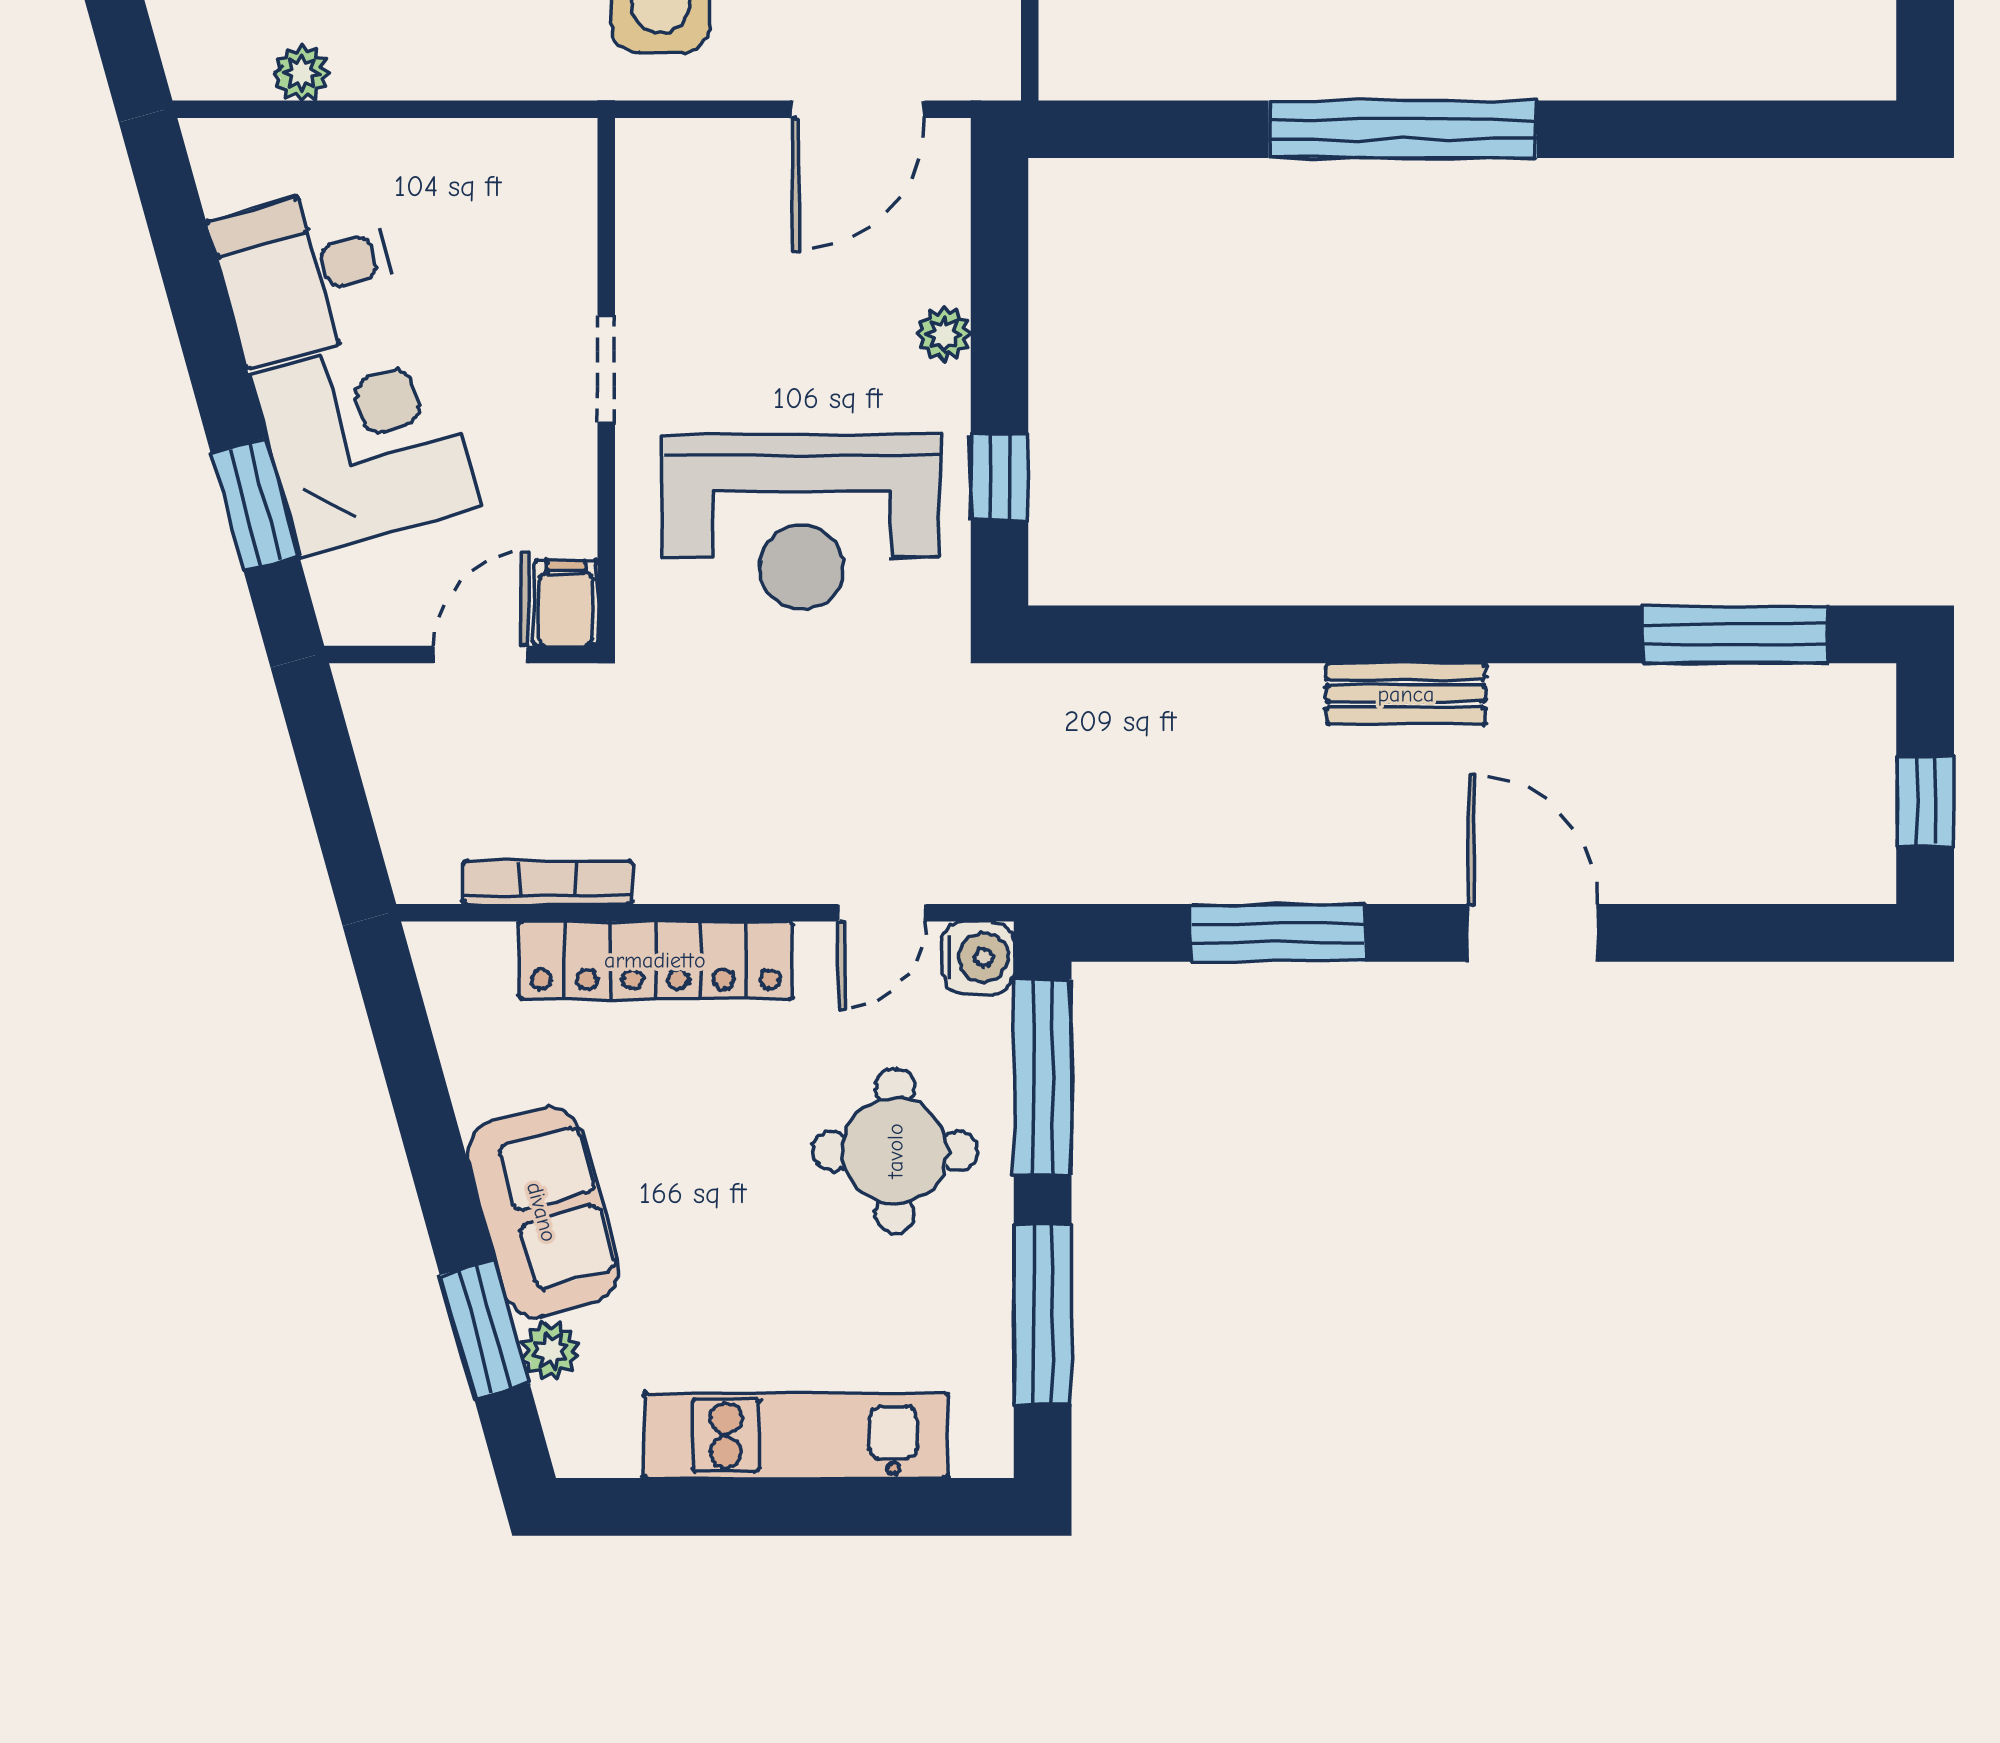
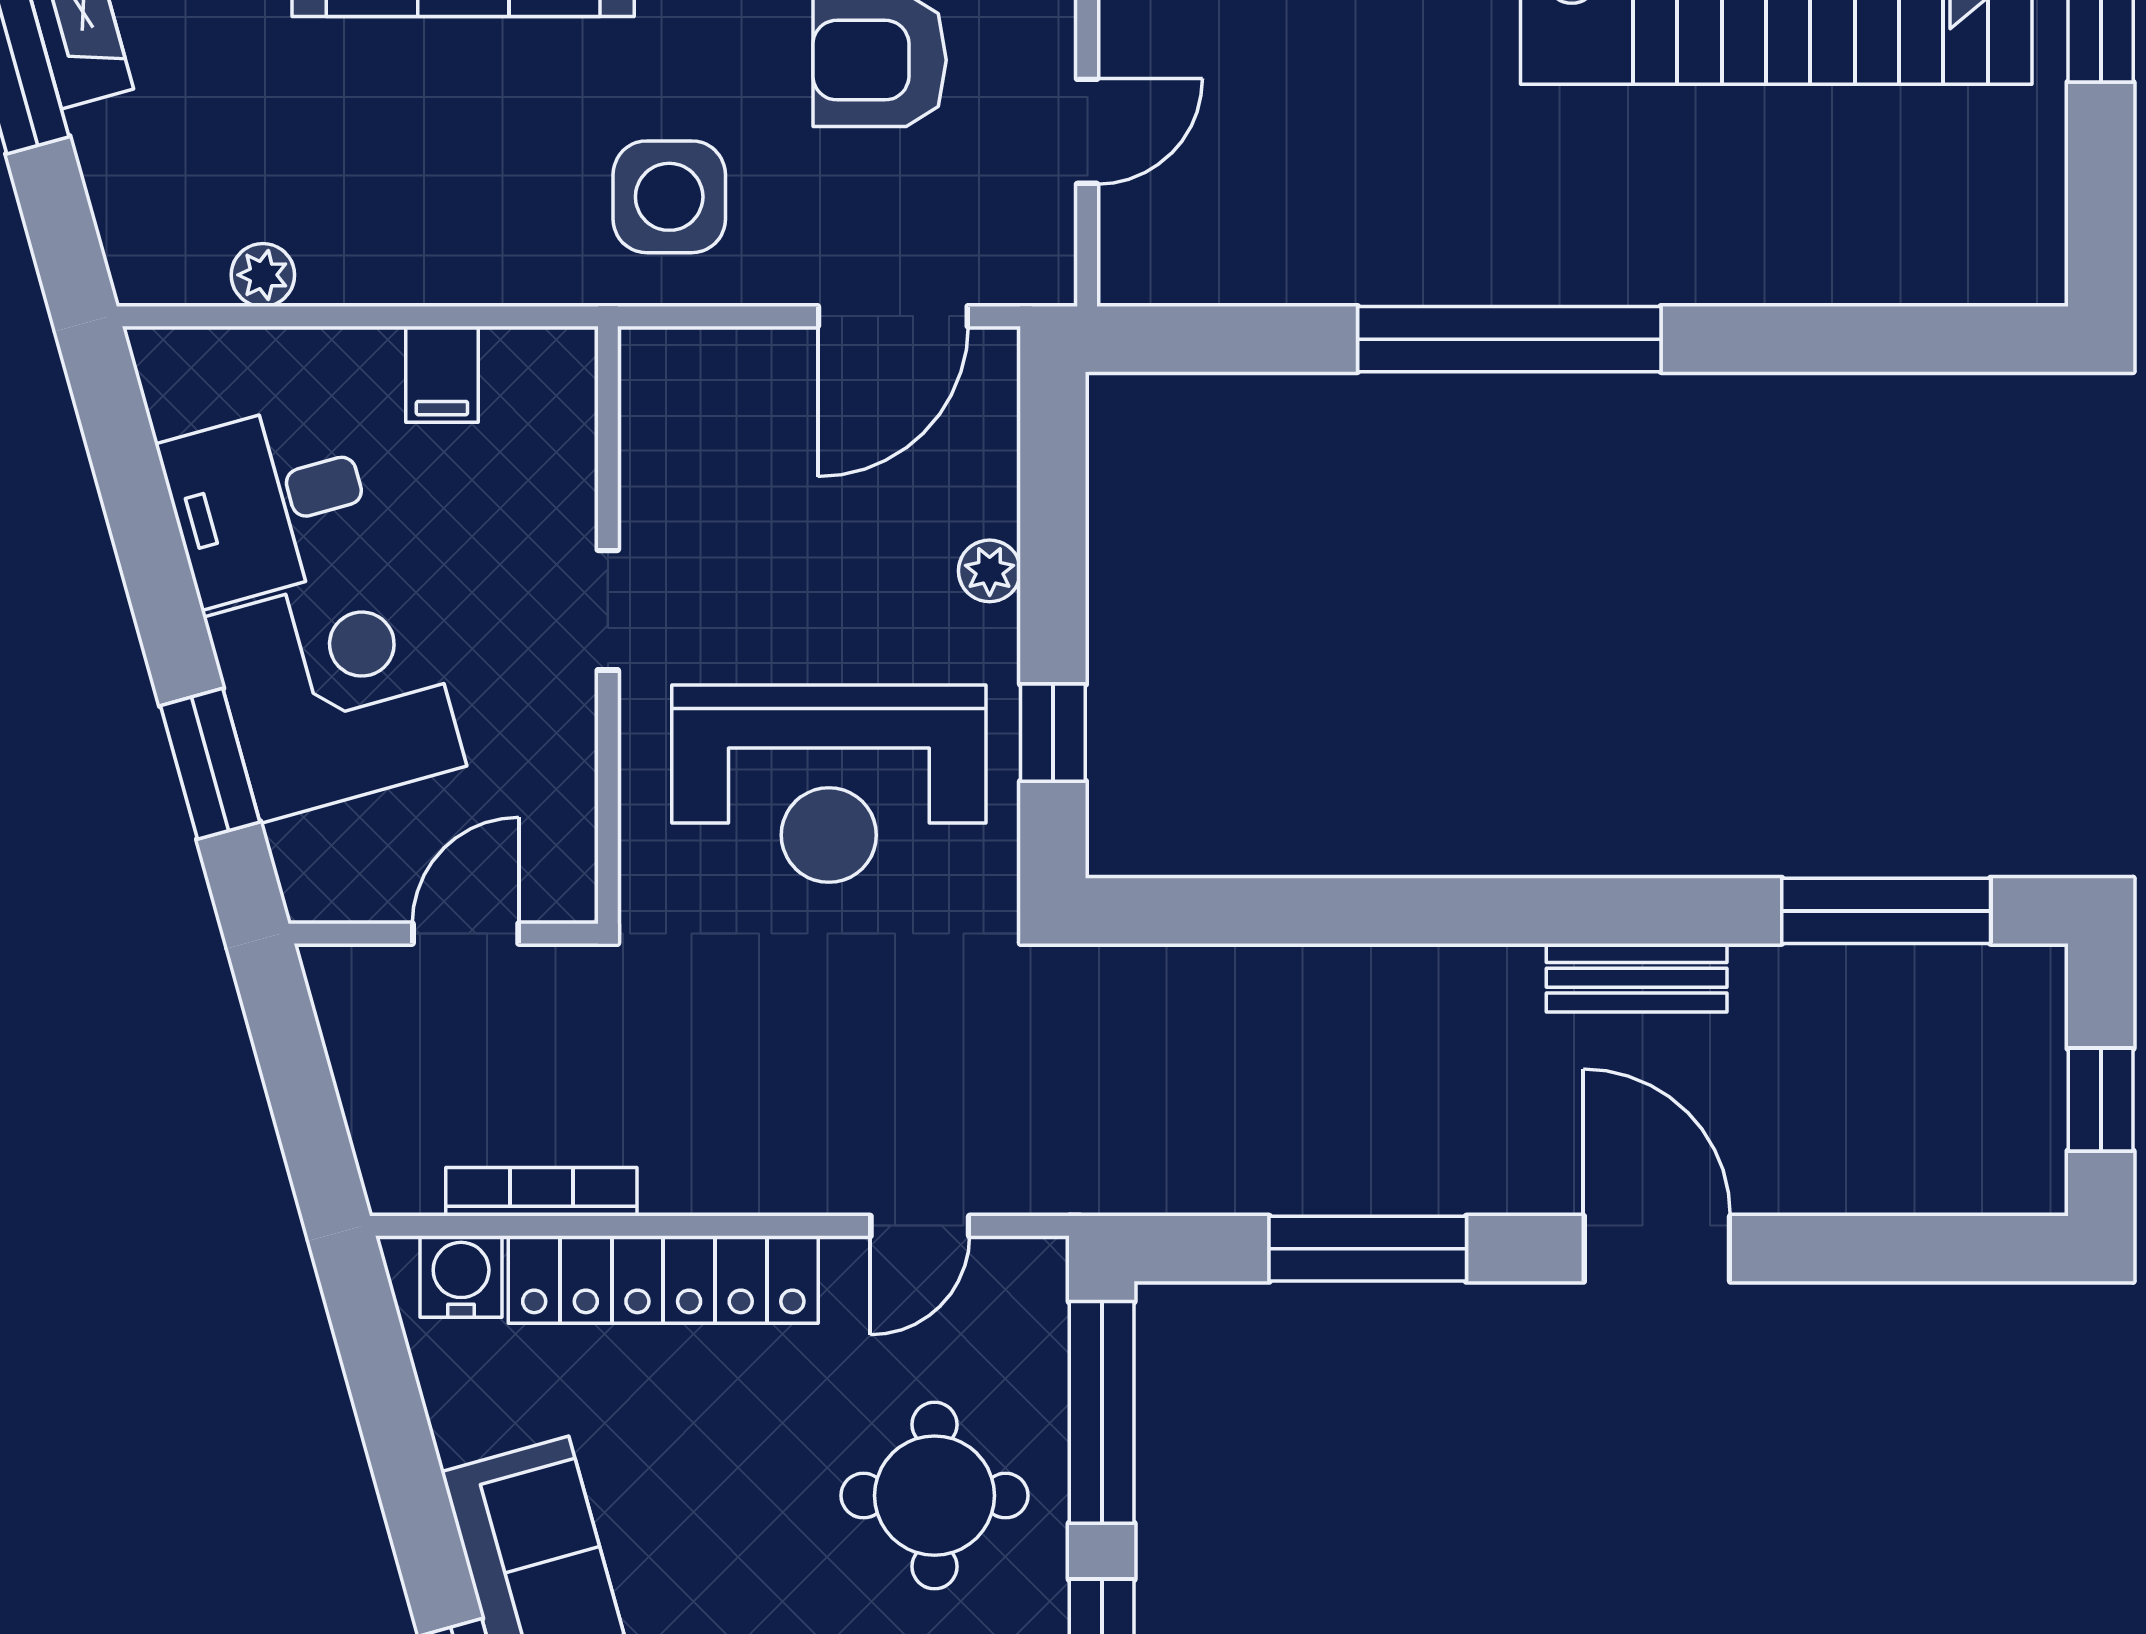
filing cabinet: (566, 603) -> (442, 374), moved, turned 180
bench: (1406, 694) -> (1637, 978), moved
water cooler: (978, 957) -> (461, 1276), moved, turned -90

